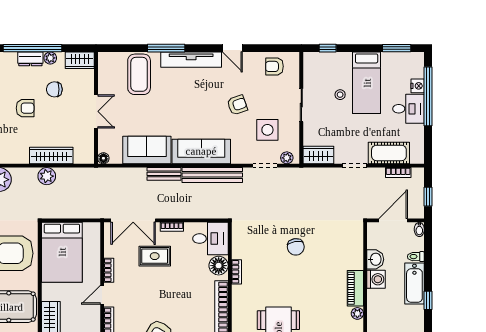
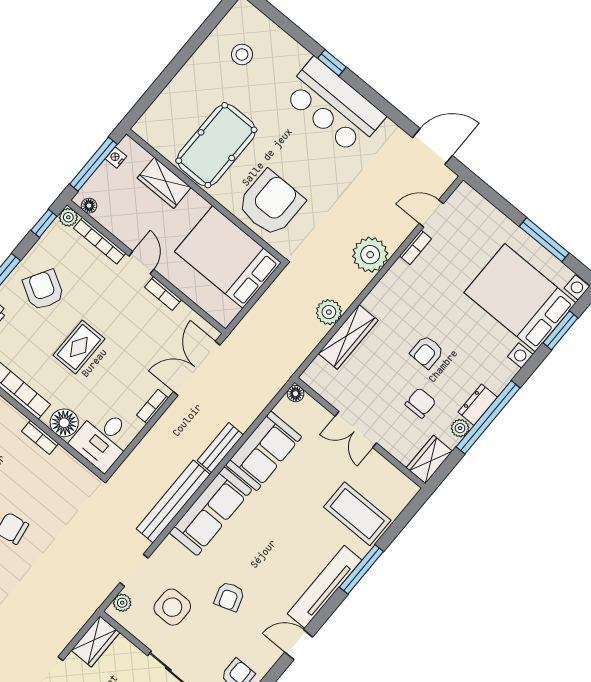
rug: (155, 256) -> (79, 347), moved

